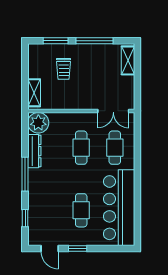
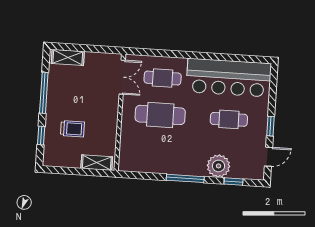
window: (56, 41) -> (41, 136), width x0.67
plant: (38, 123) -> (219, 166), moved
cafe table: (81, 148) -> (160, 115), width x1.37, depth x1.35
dresser: (34, 151) -> (161, 166), removed

